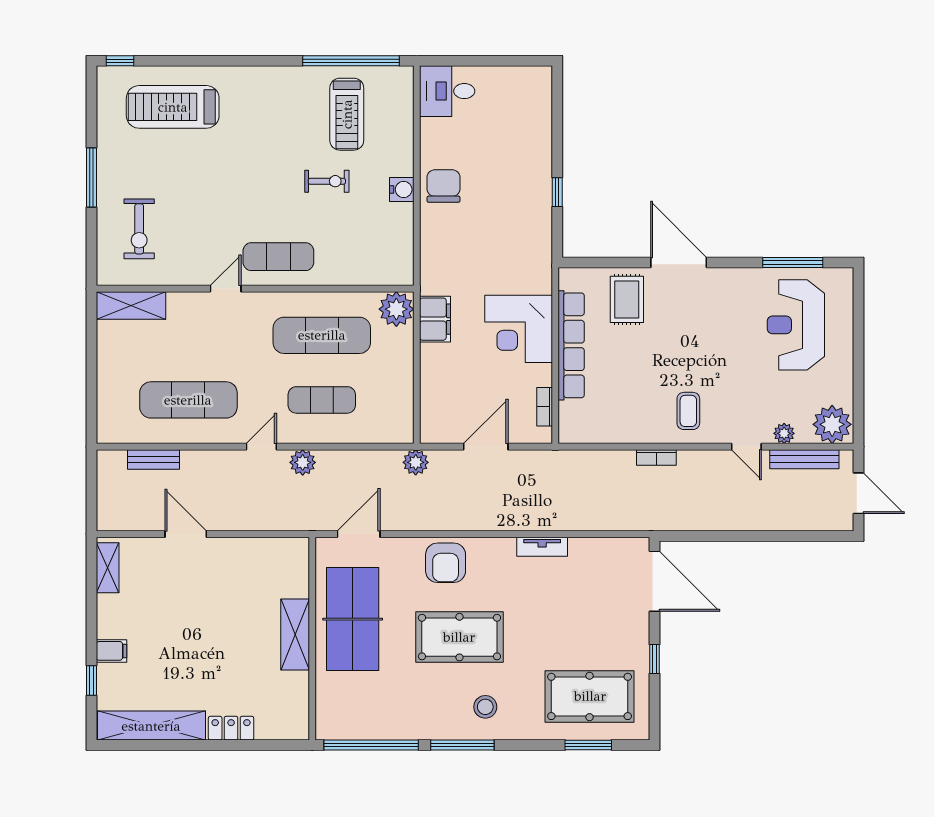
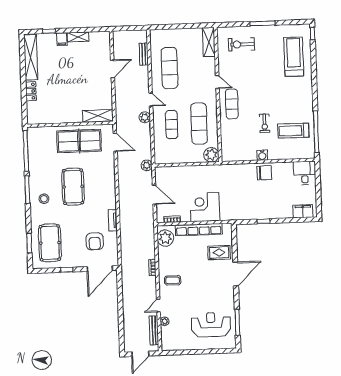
filing cabinet: (435, 319) -> (303, 211), moved, turned 180
plant: (832, 424) -> (165, 238), moved
armchair: (446, 563) -> (95, 241), moved, turned -90
shelving: (108, 568) -> (78, 37), moved
shelving: (295, 635) -> (98, 116), moved

